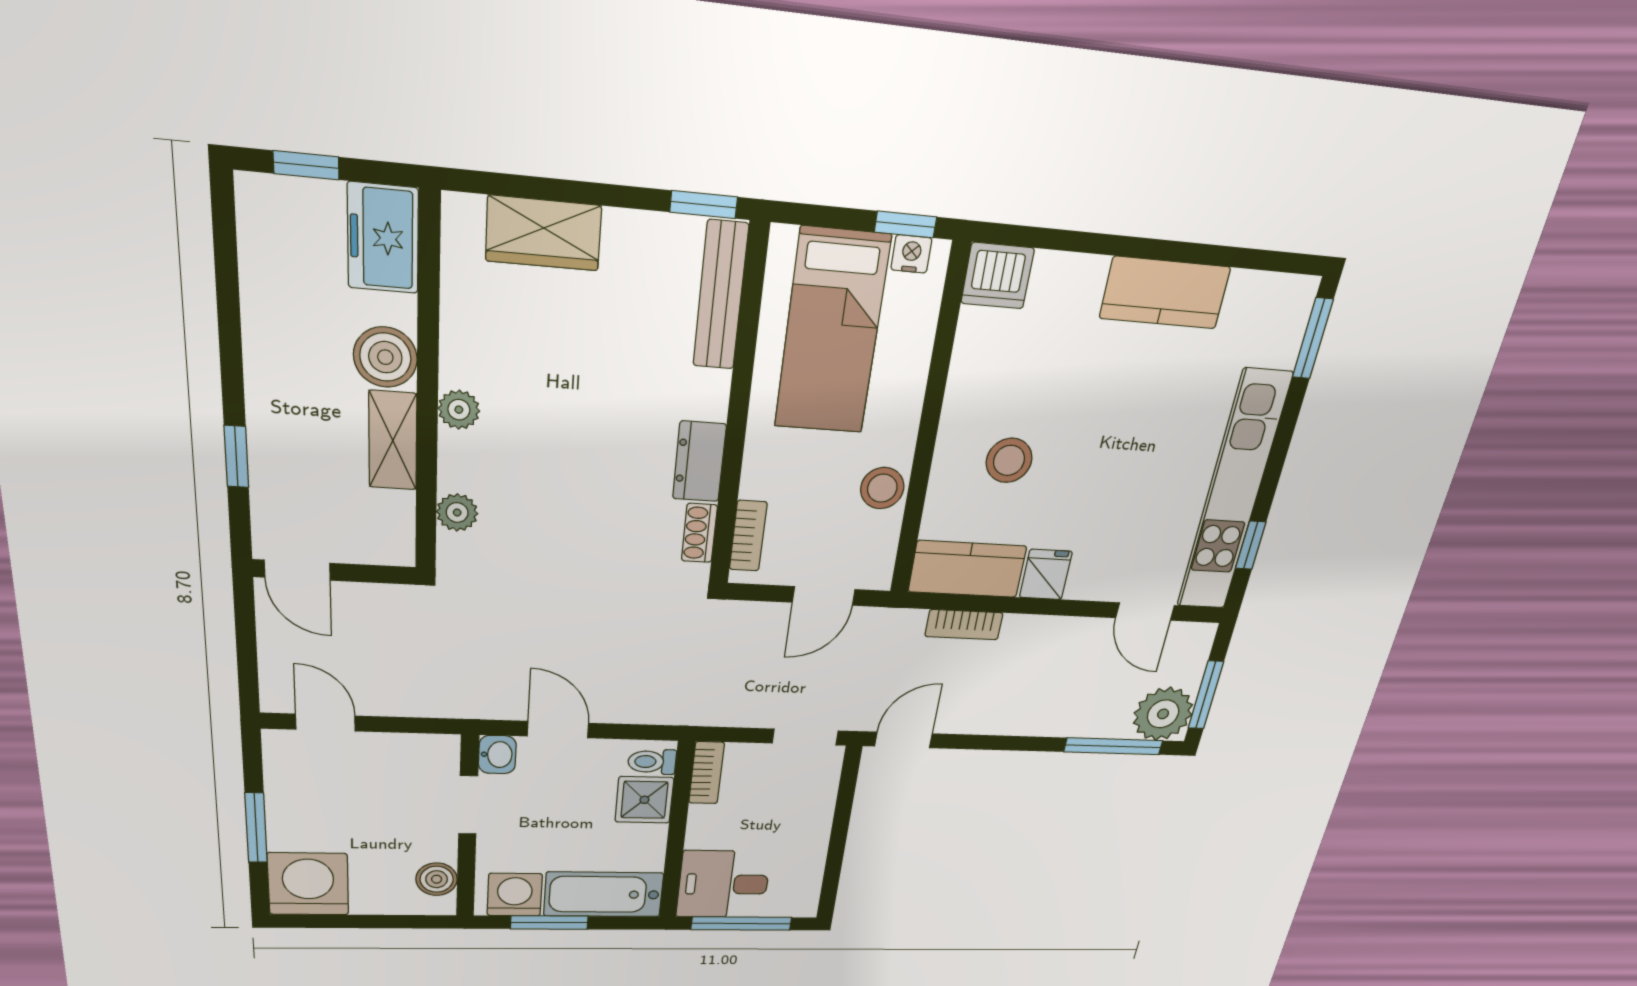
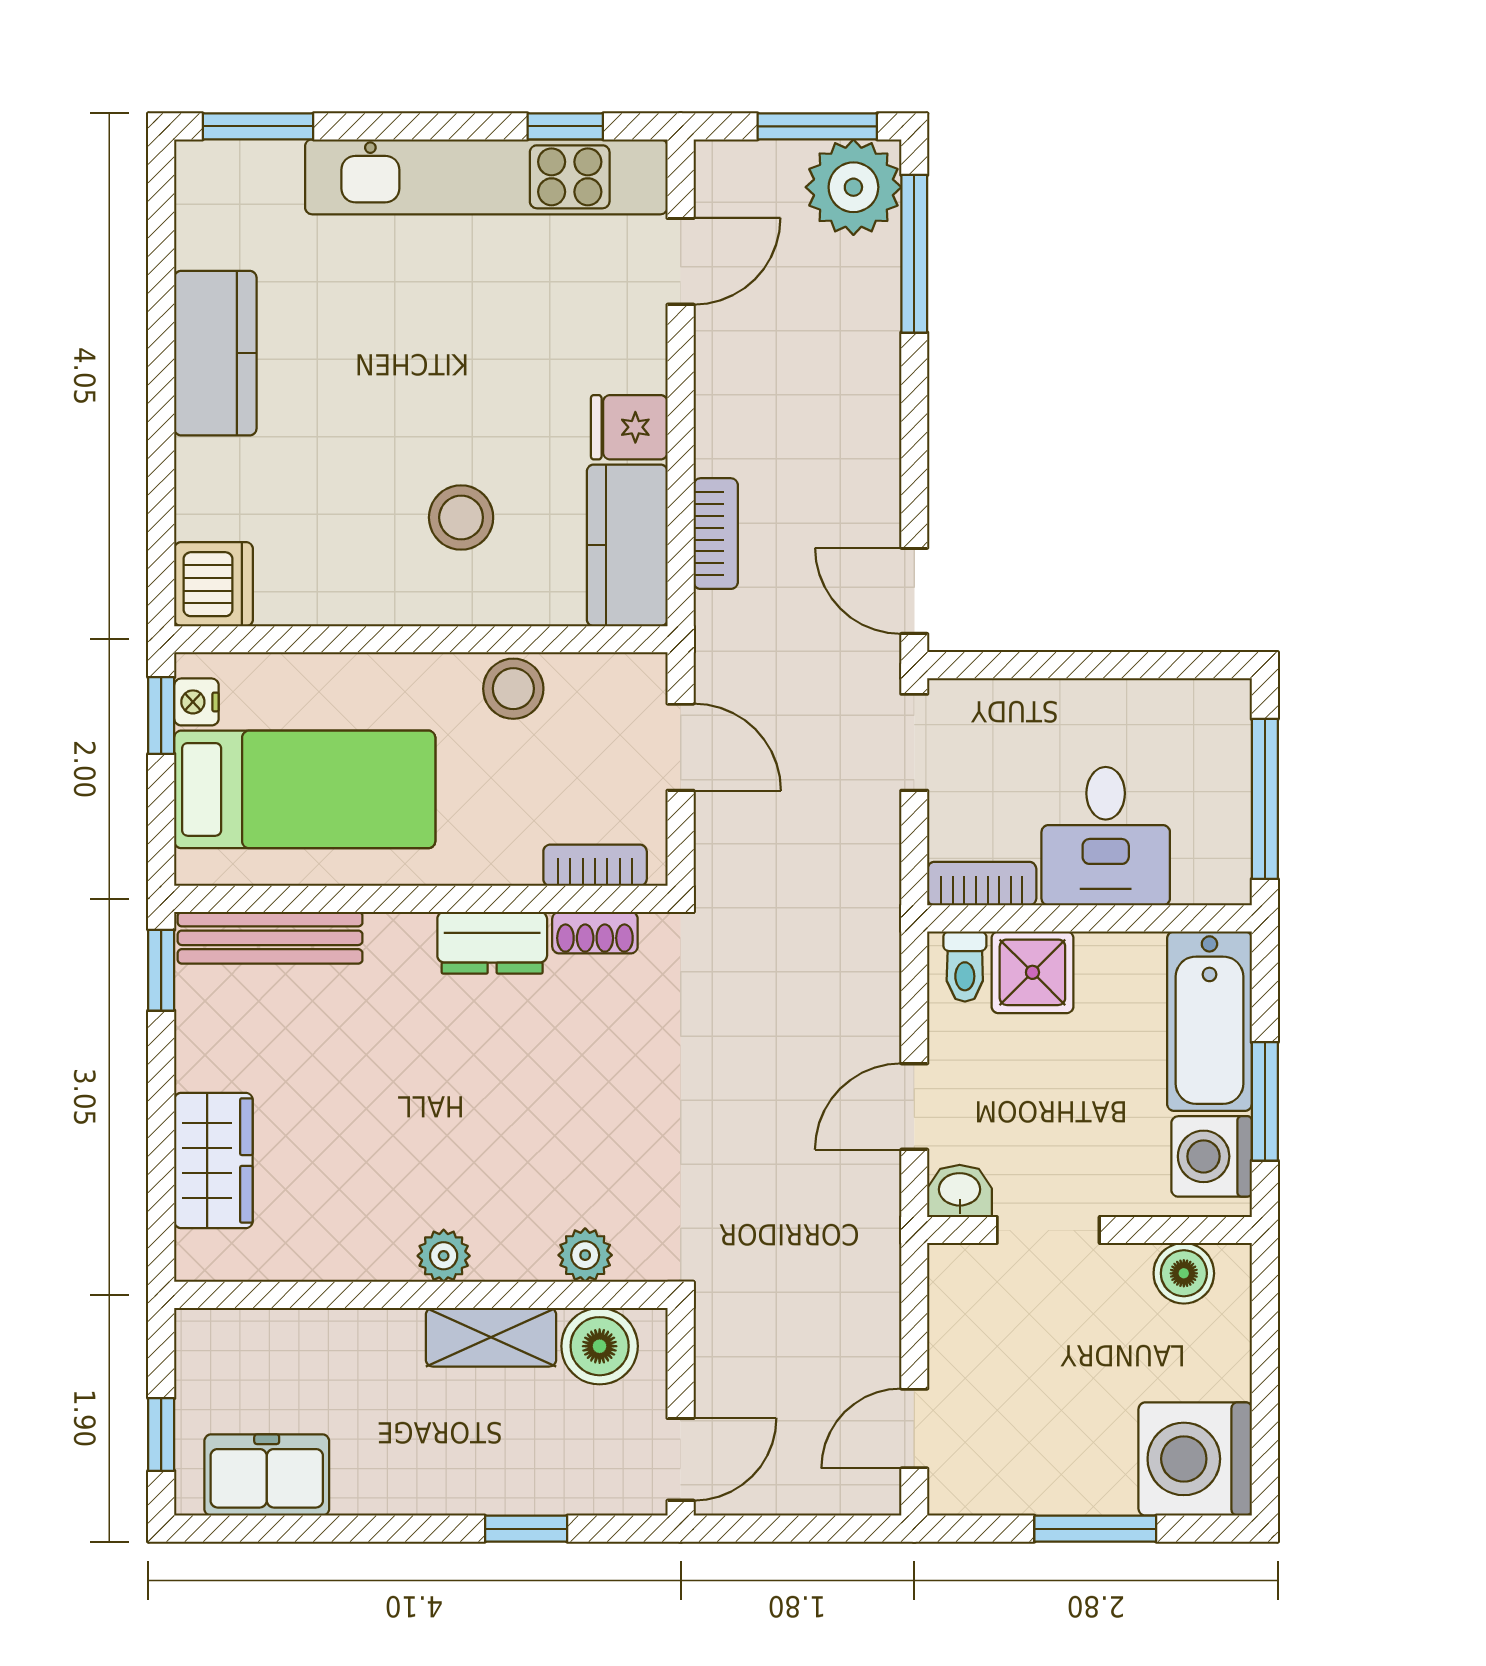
freezer: (383, 238) -> (267, 1475), moved, turned 180
boiler: (385, 357) -> (600, 1346), moved
desk: (723, 884) -> (1106, 836), moved

